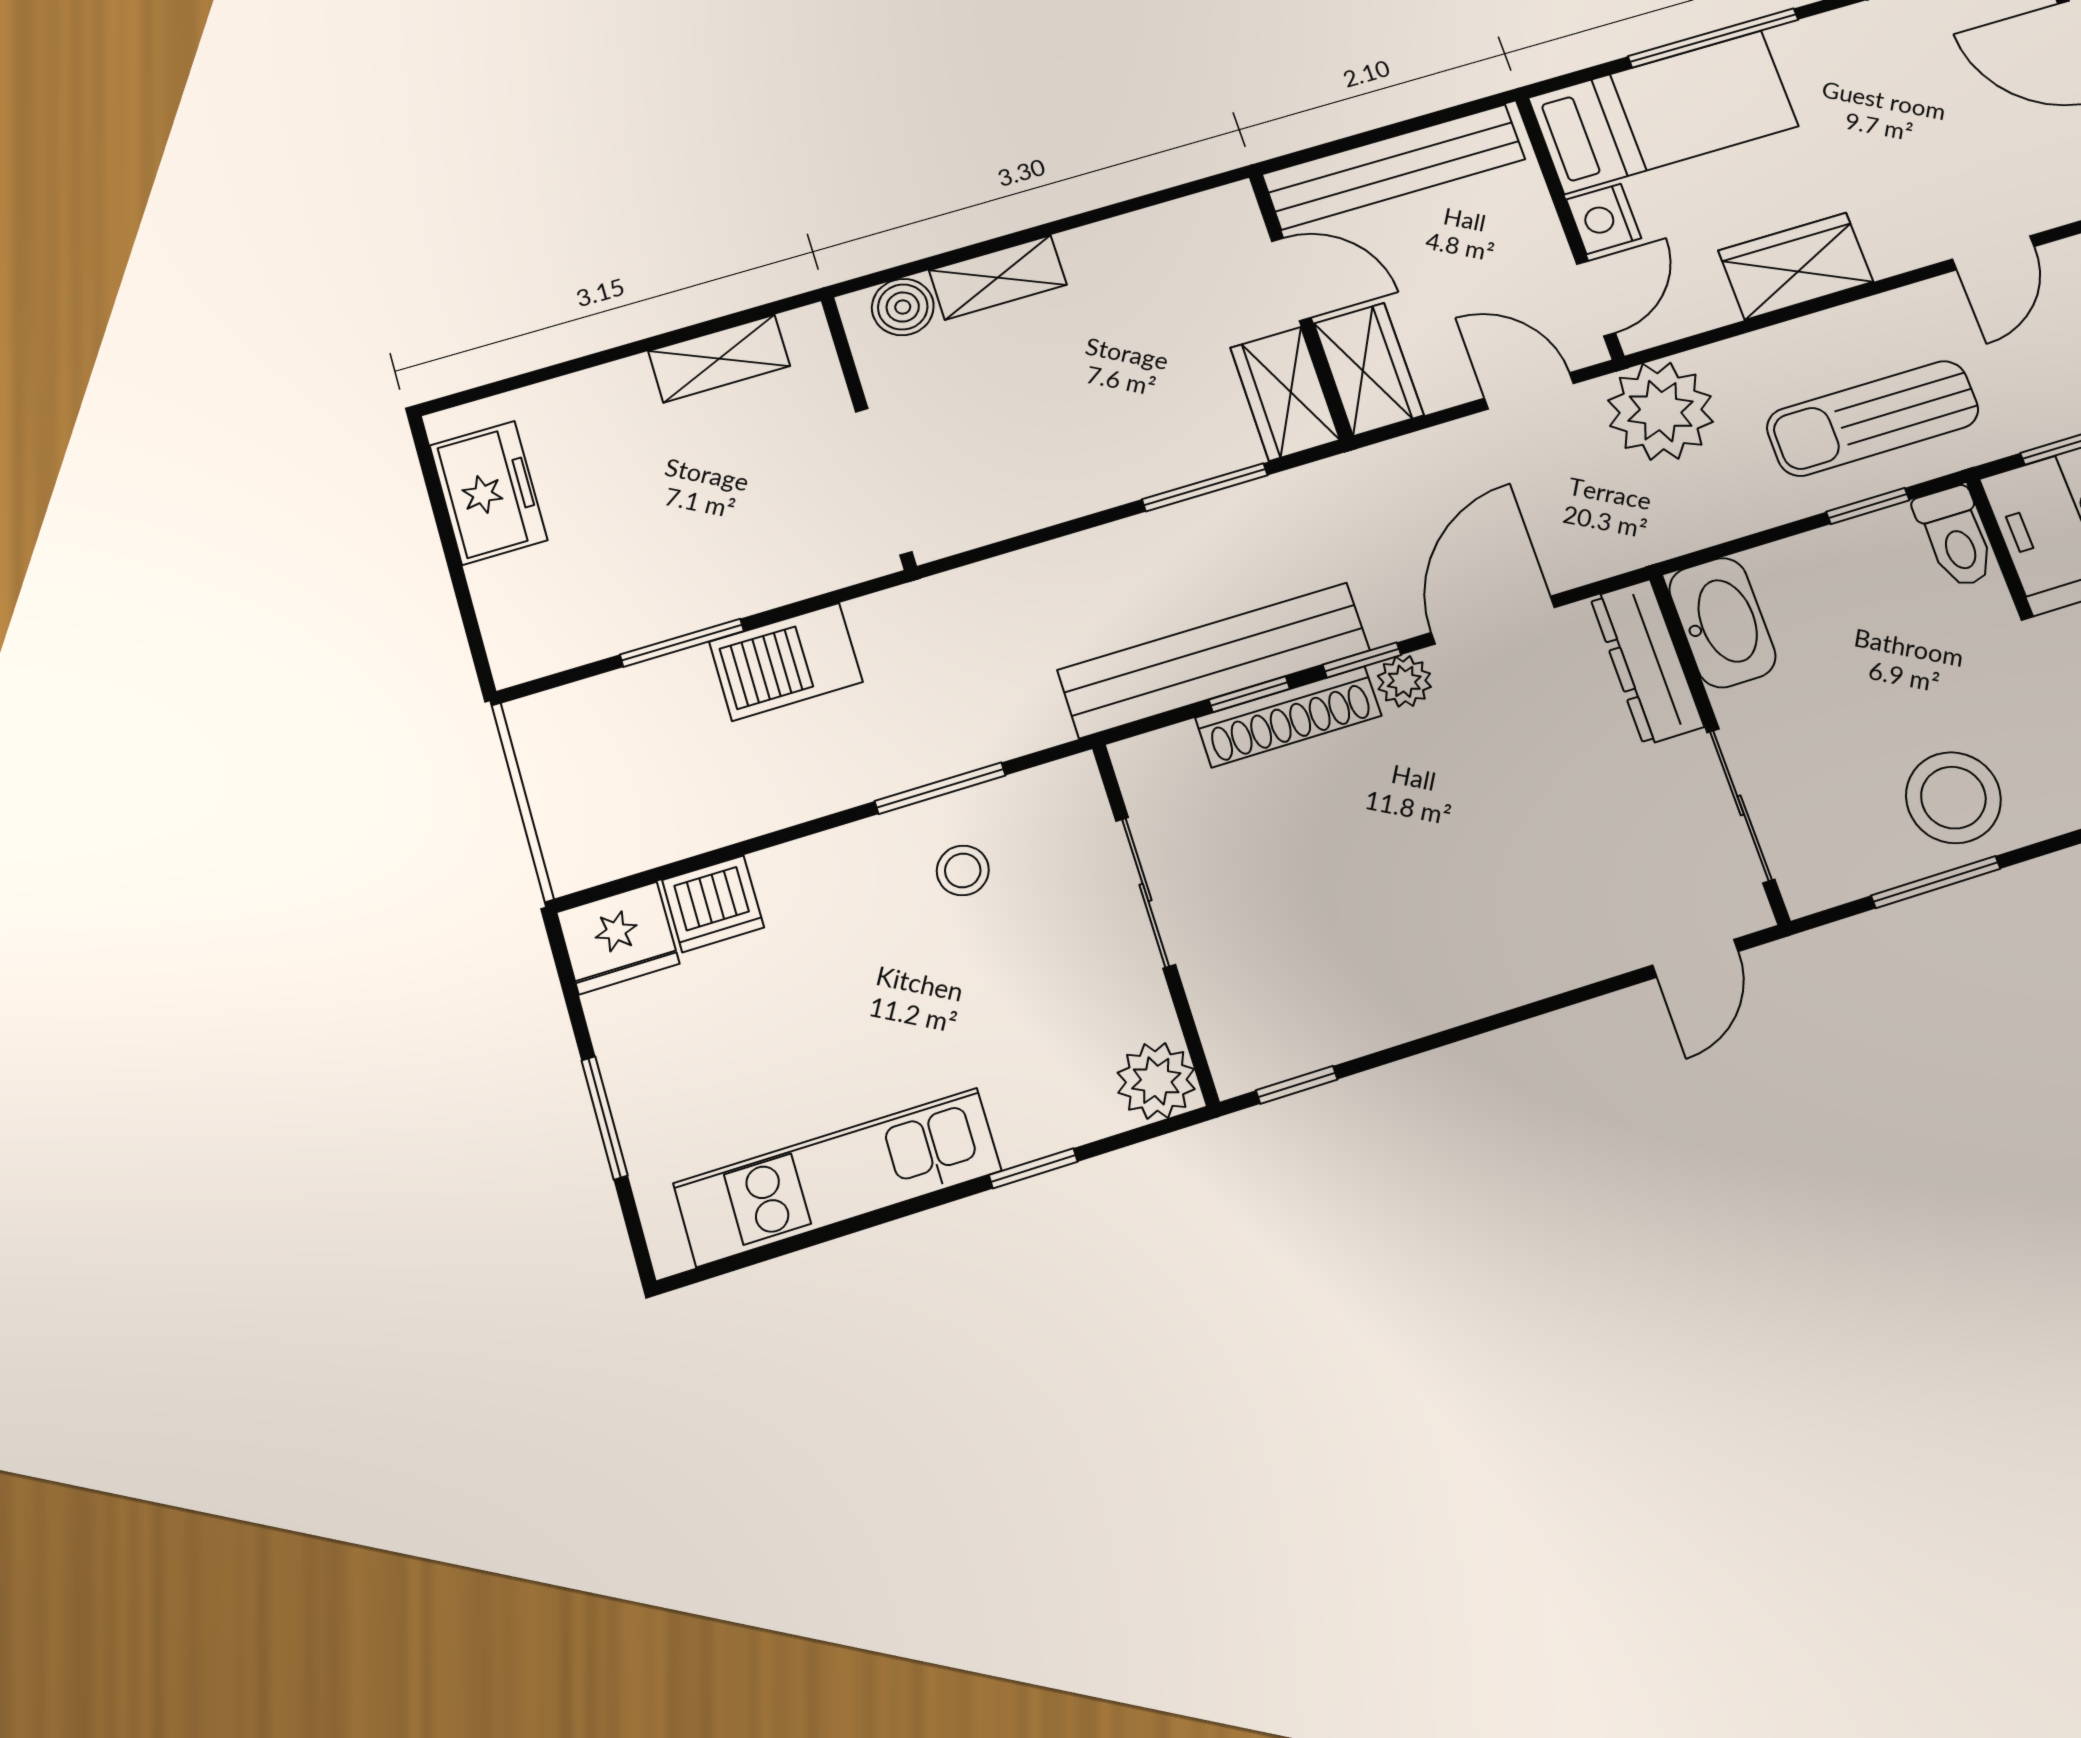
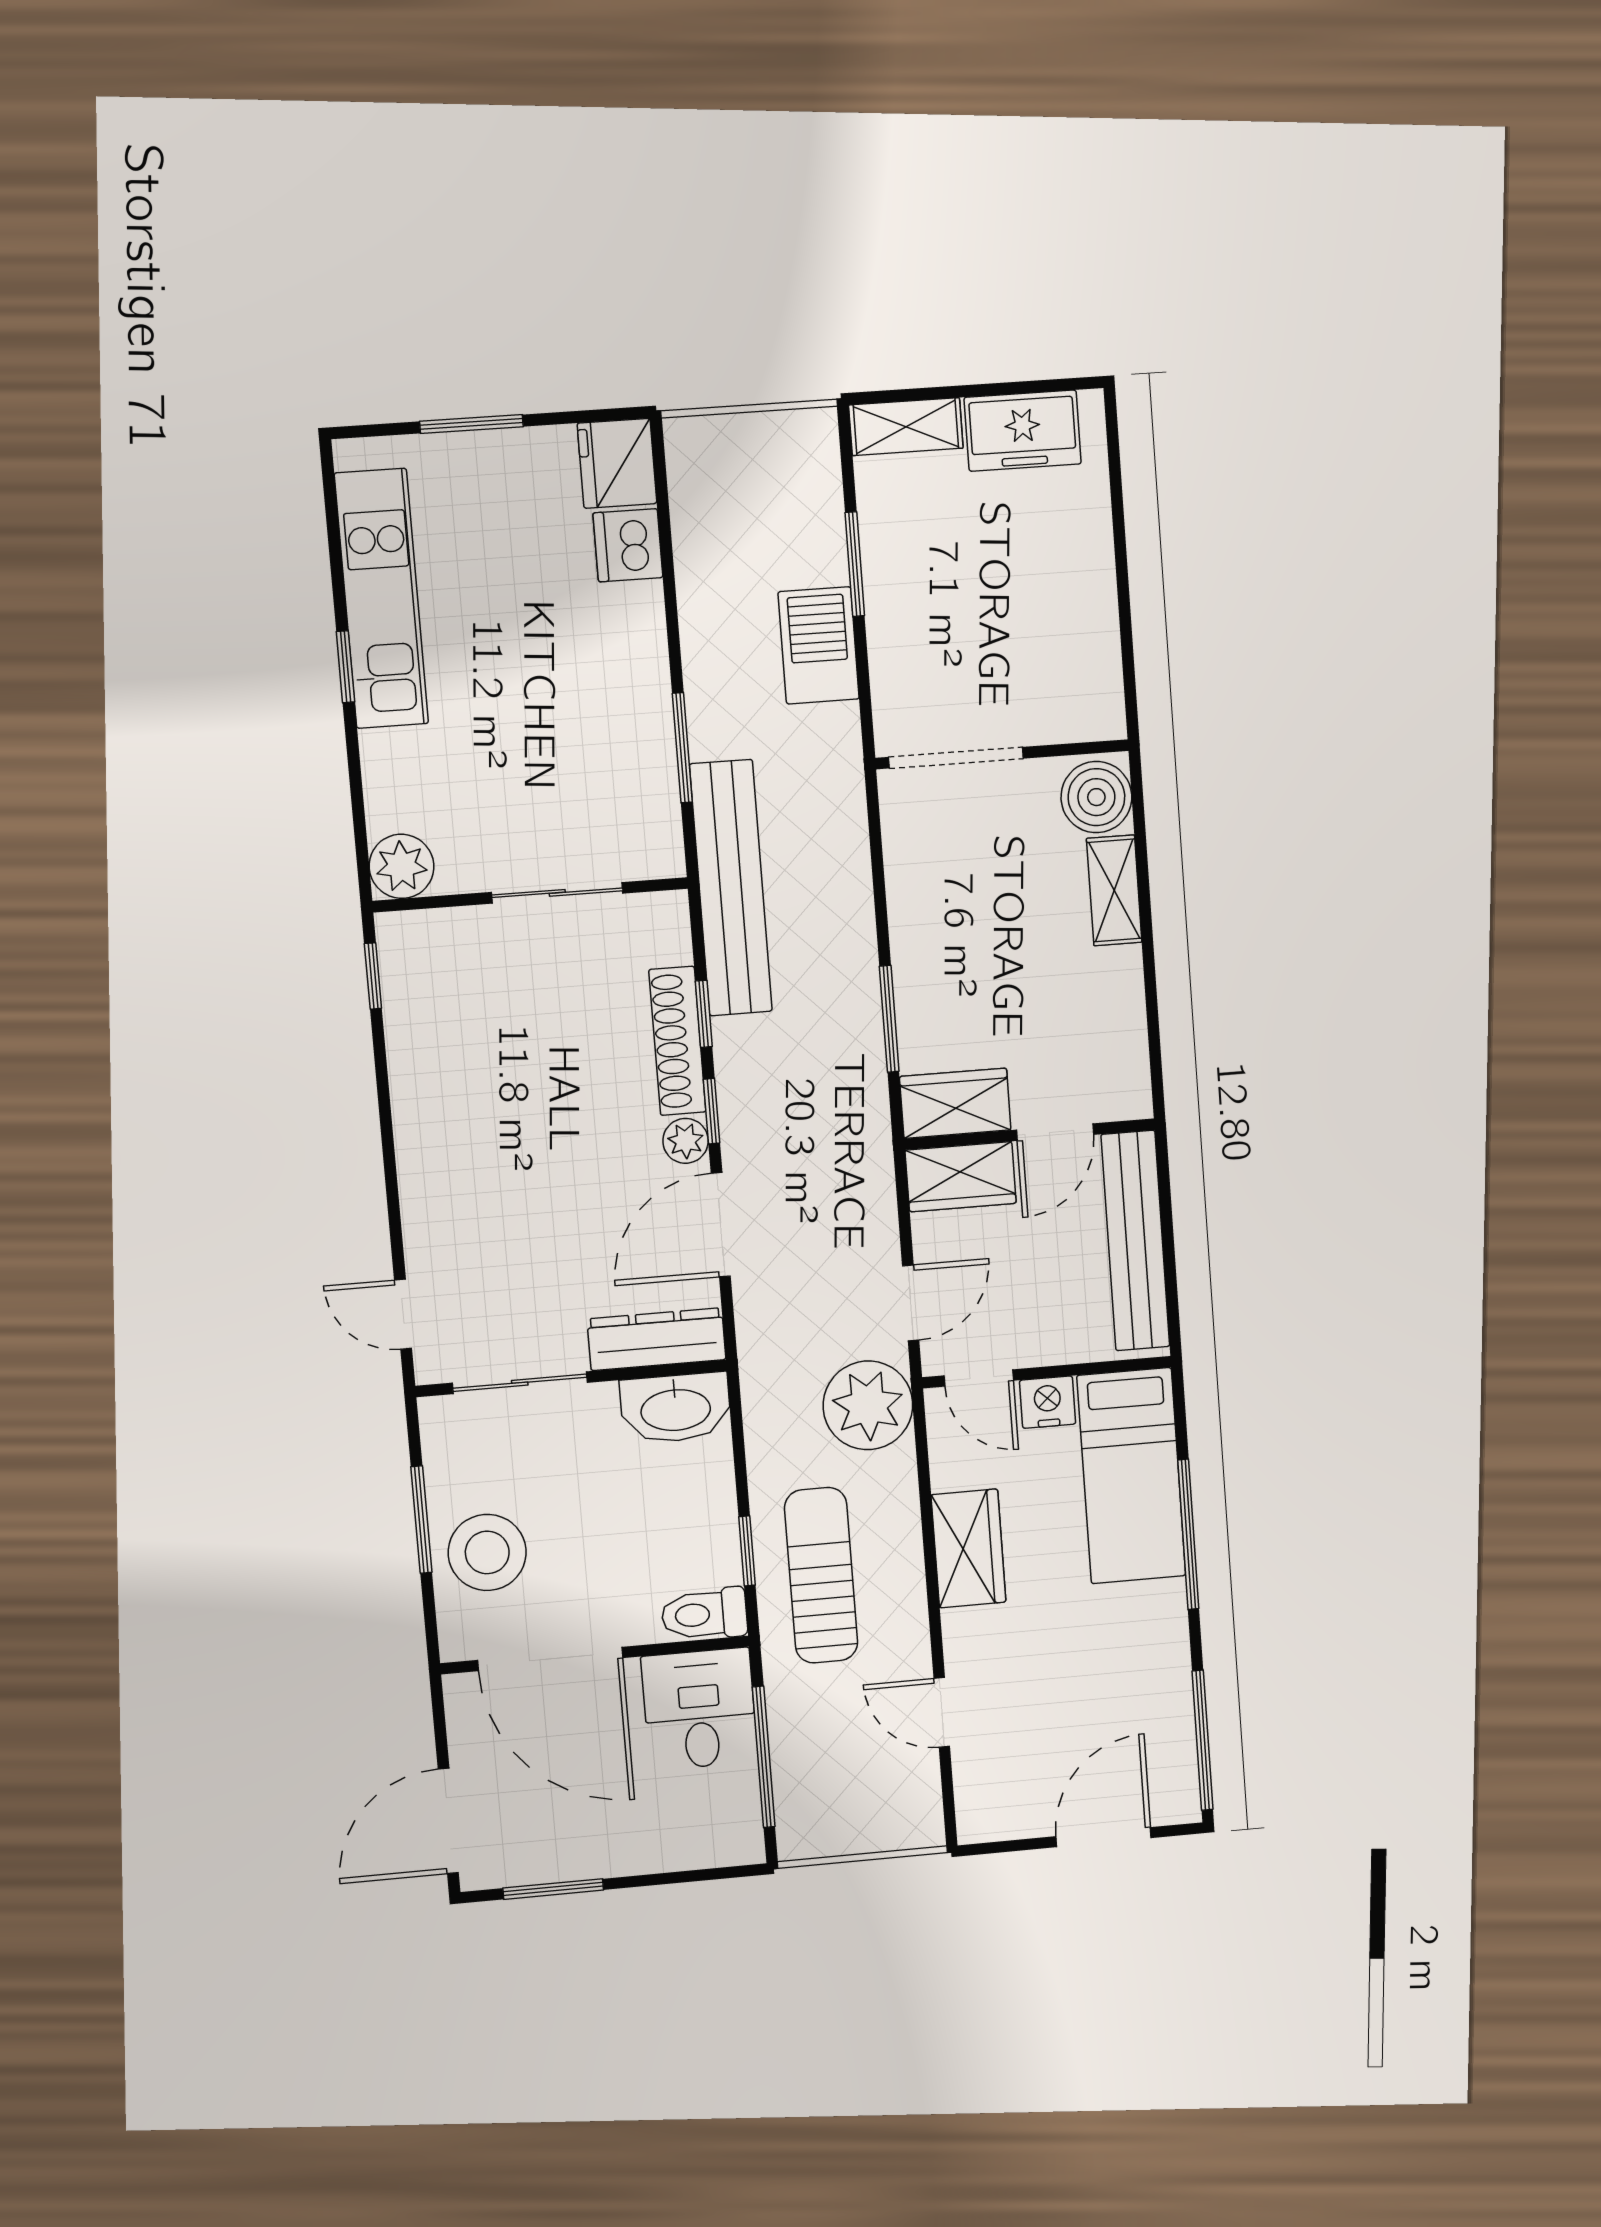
boiler: (903, 307) -> (1096, 797), width x1.36, depth x1.36
shelving: (719, 359) -> (906, 427), moved, turned 90
door: (1493, 620) -> (721, 1225), swing flipped
bench: (1214, 660) -> (731, 888), moved
stool: (963, 870) -> (609, 751), removed
window: (1033, 1168) -> (345, 667), moved

